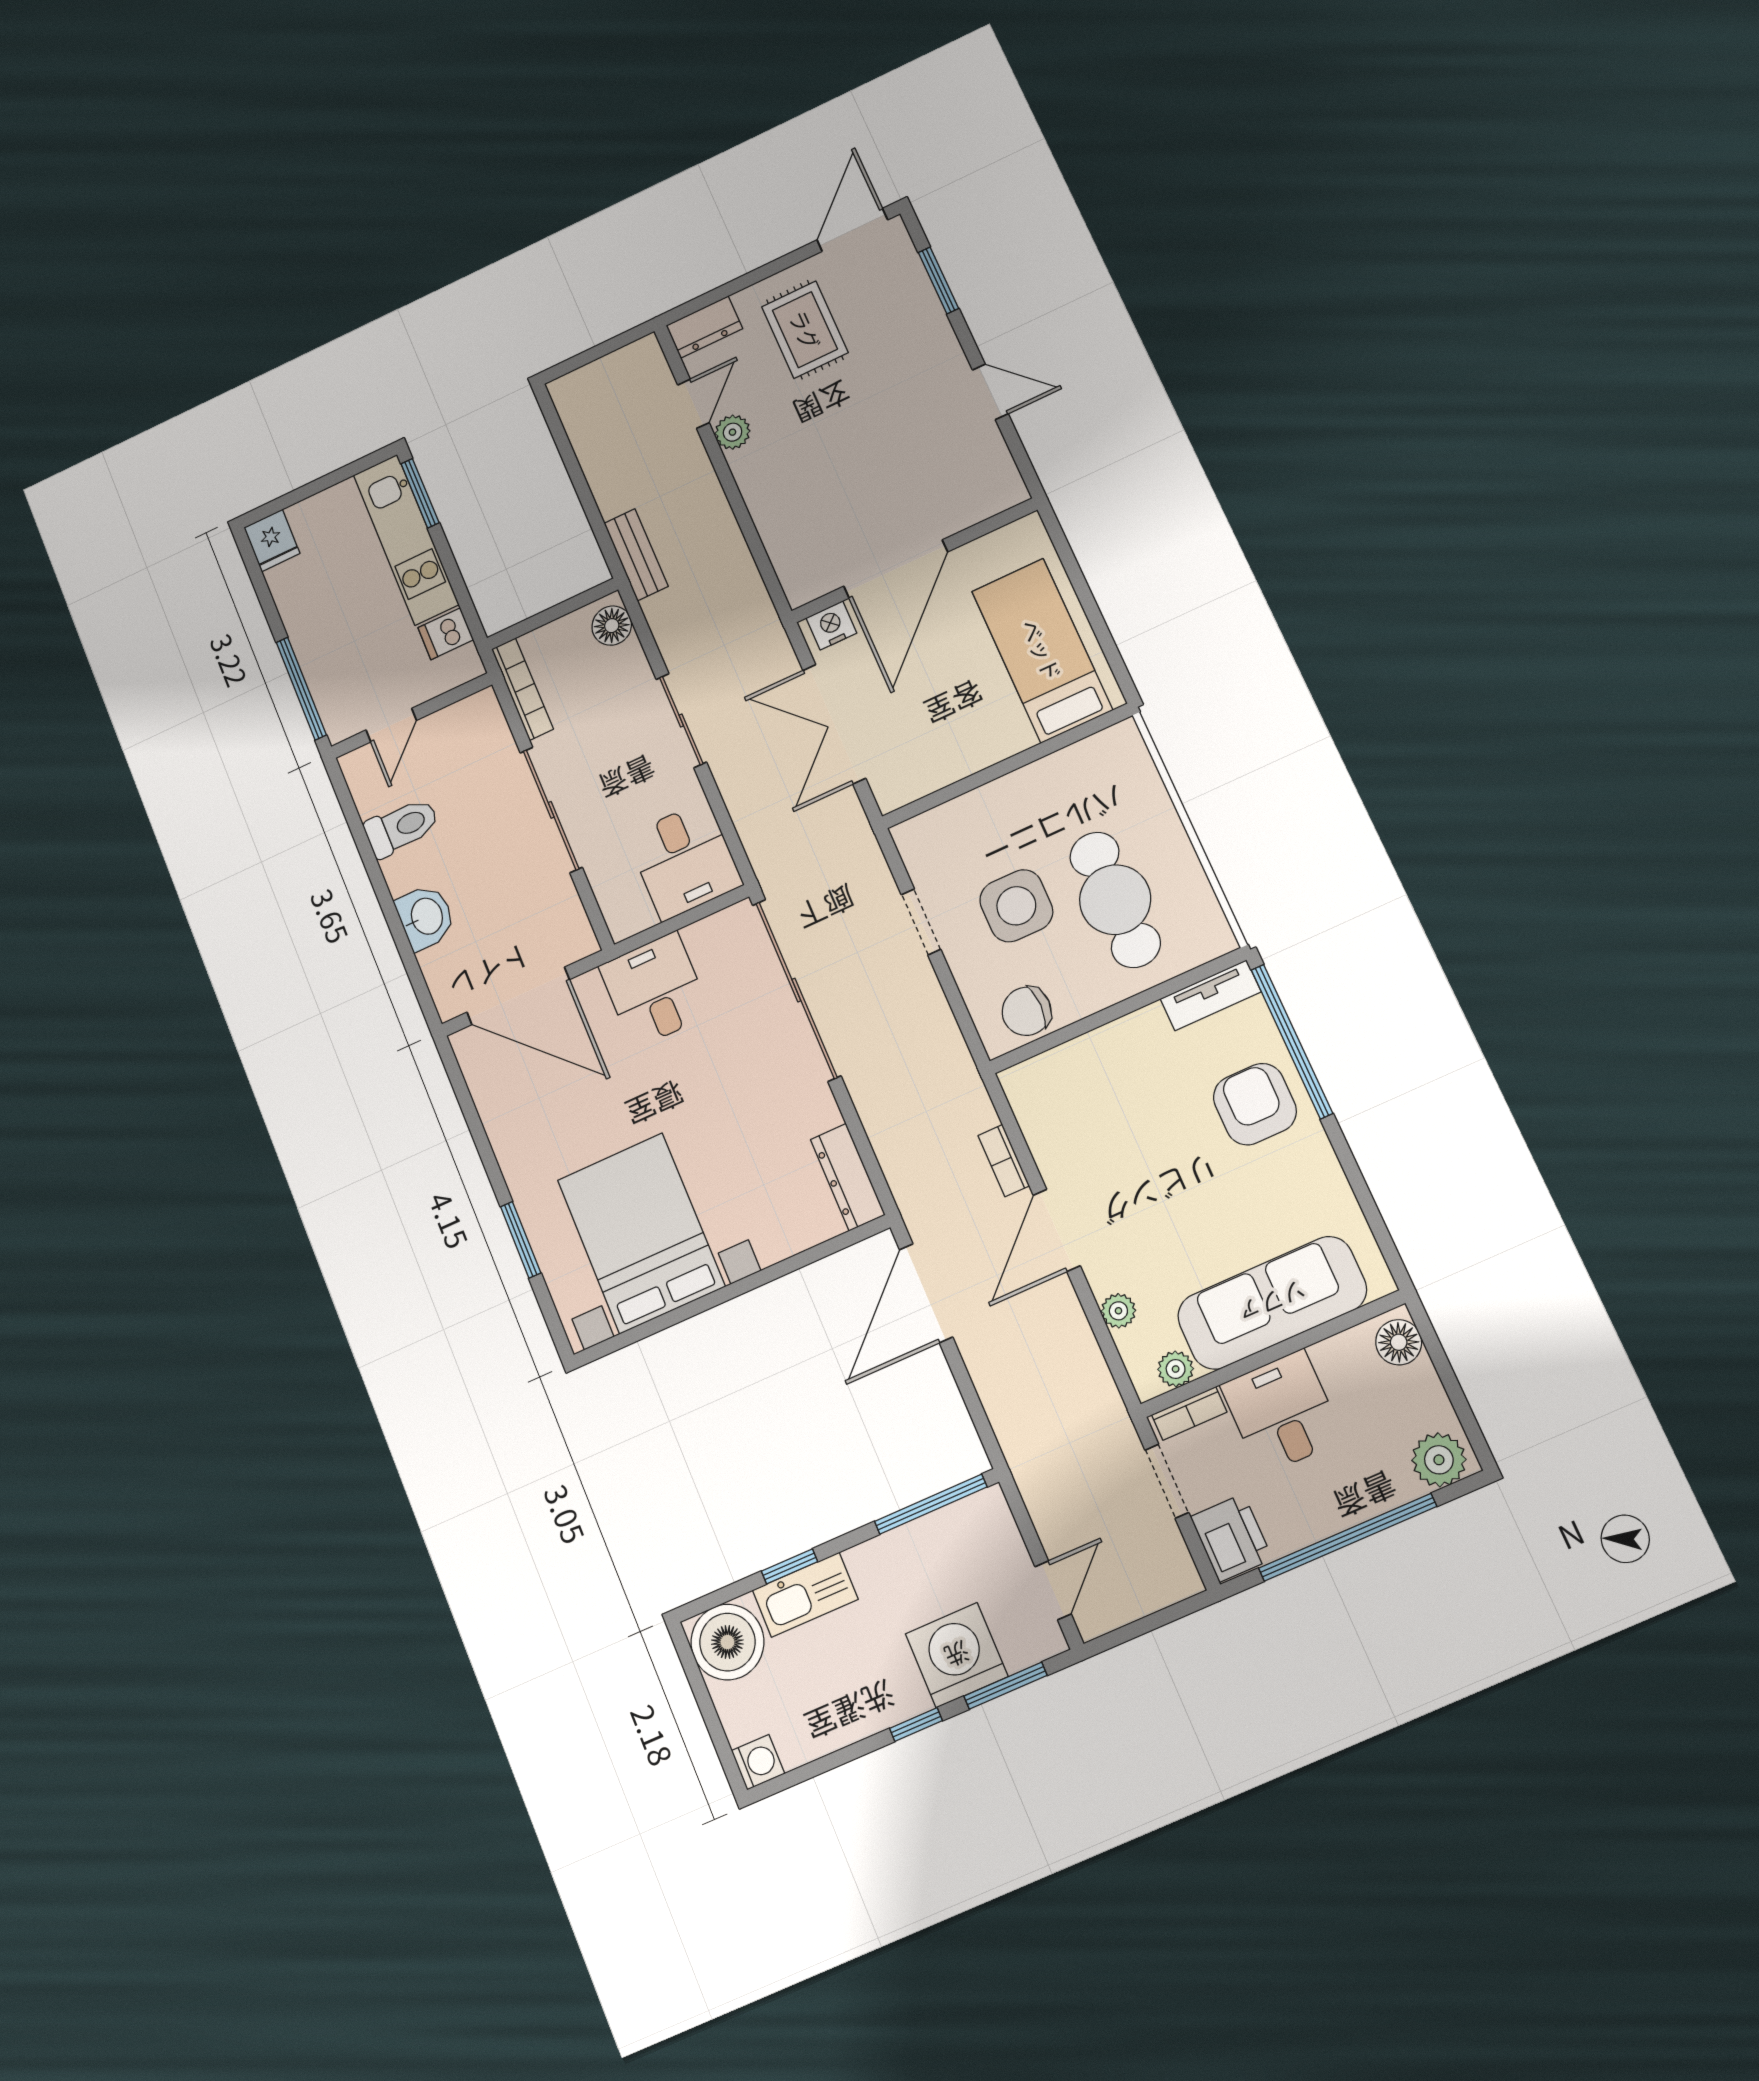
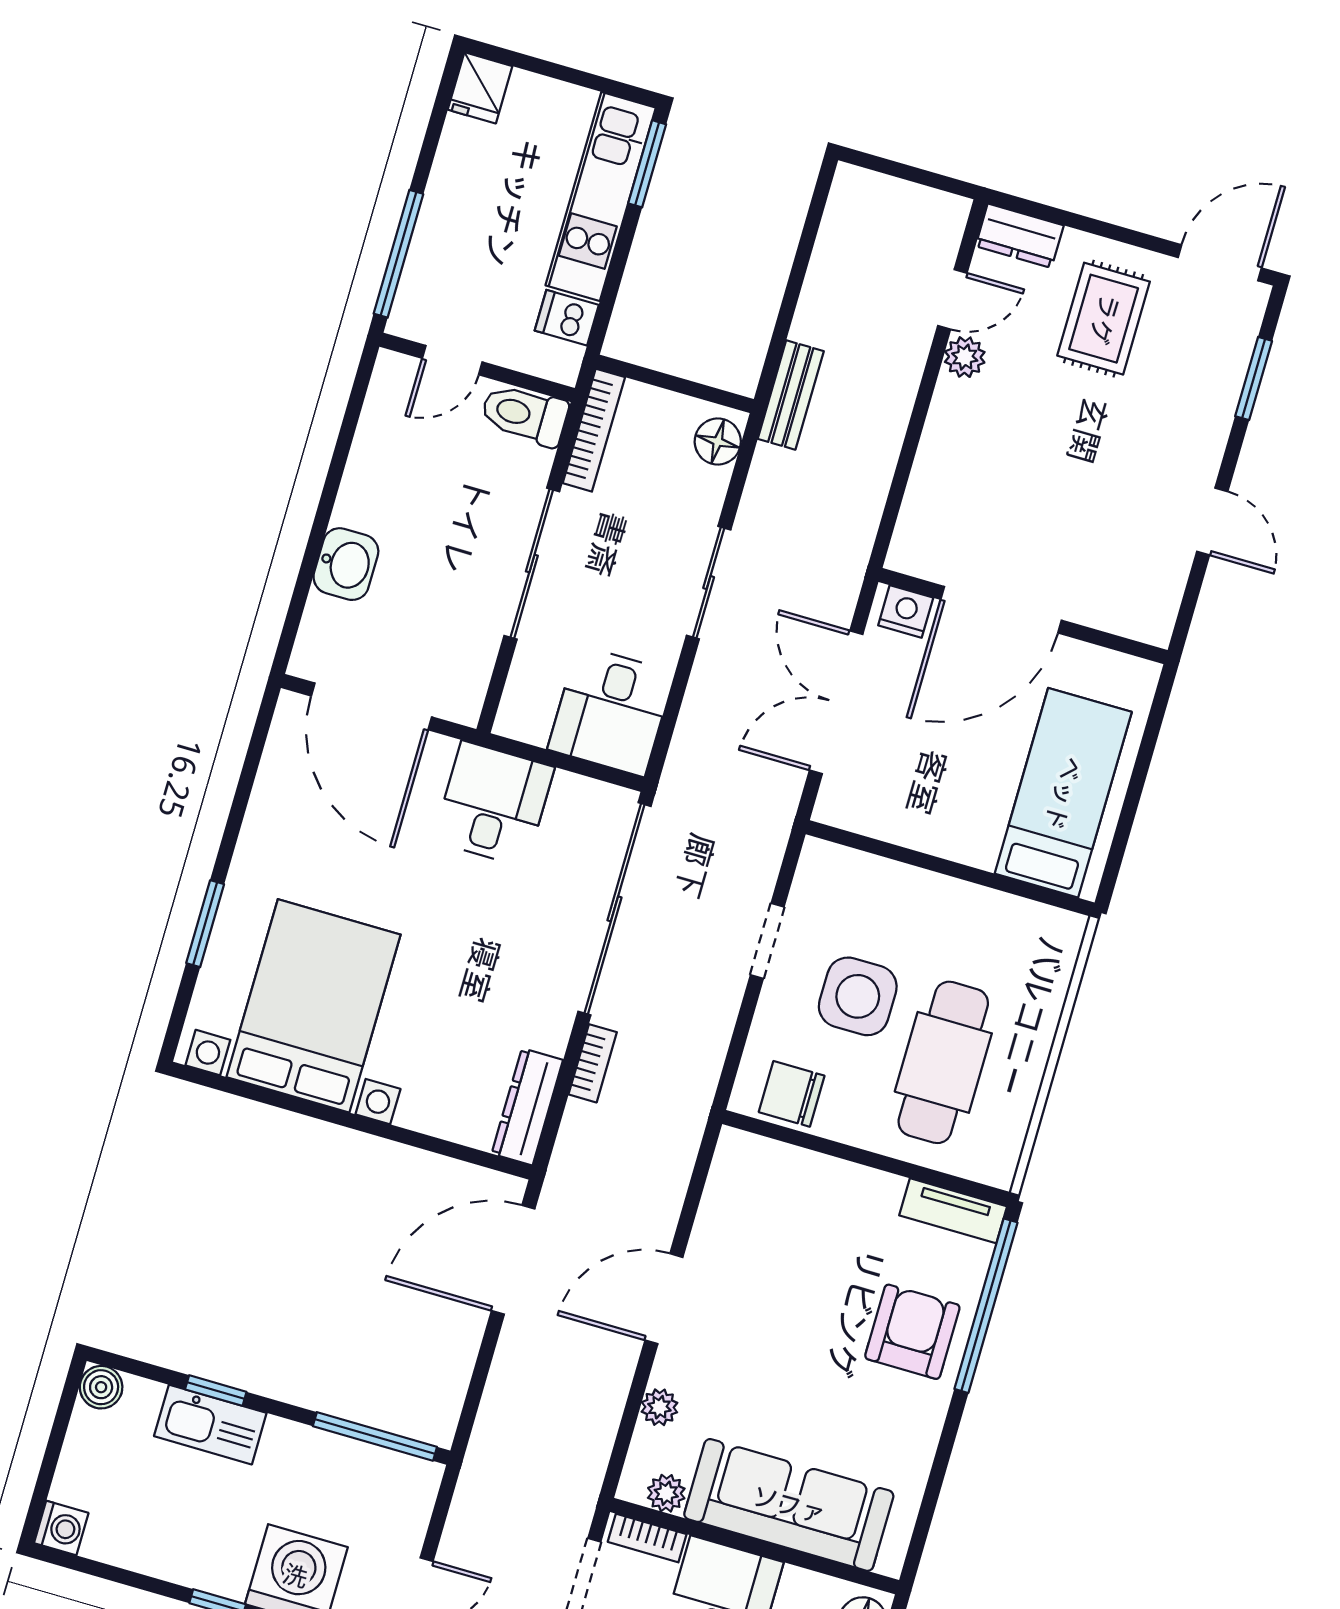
toilet: (402, 827) -> (524, 415), moved, turned 180
bookcase: (1004, 1161) -> (593, 1063), moved, turned 180
boiler: (727, 1642) -> (101, 1387), width x0.54, depth x0.54

